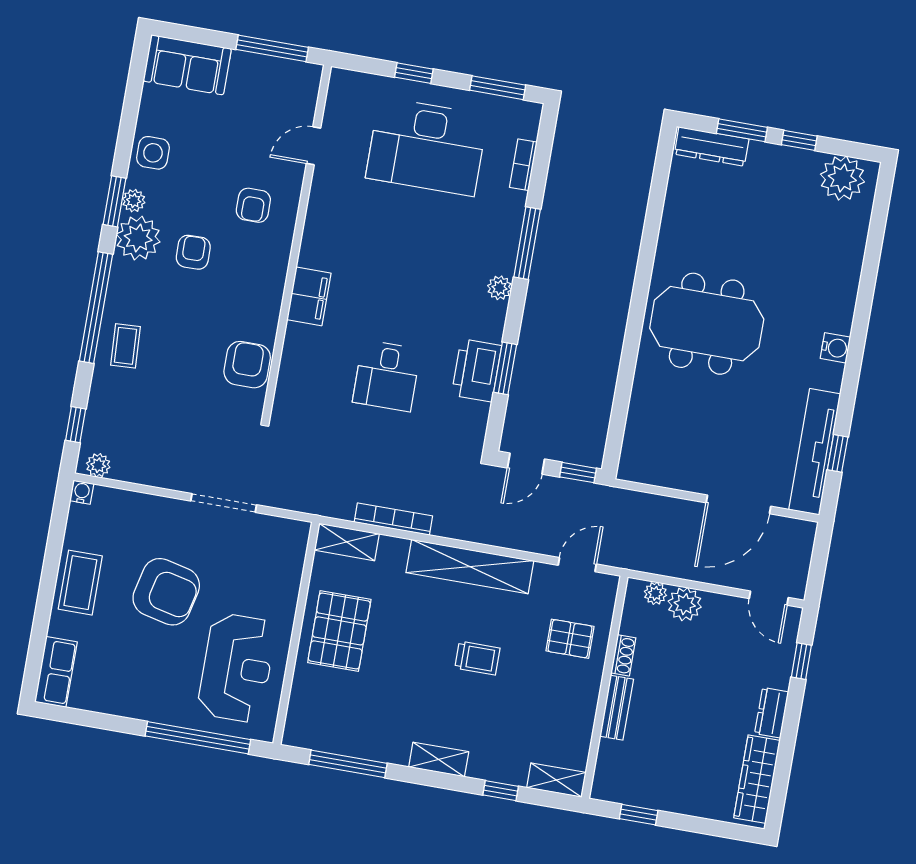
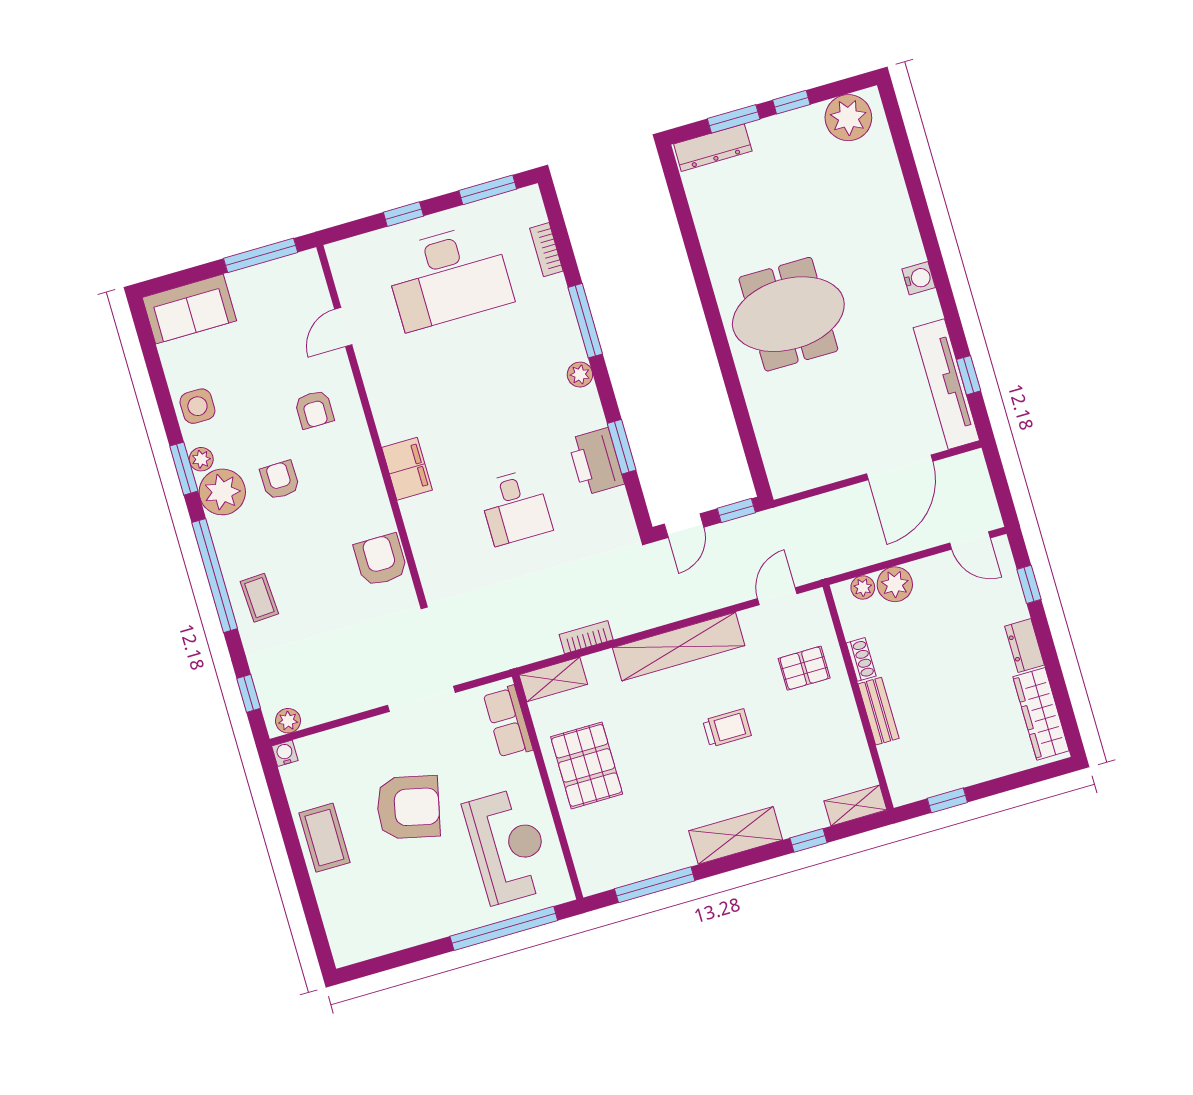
bookcase: (393, 519) -> (586, 637), width x0.64
row of seats: (56, 672) -> (508, 722), moved, turned 180
shelving: (439, 759) -> (736, 835), width x1.50, depth x1.33

